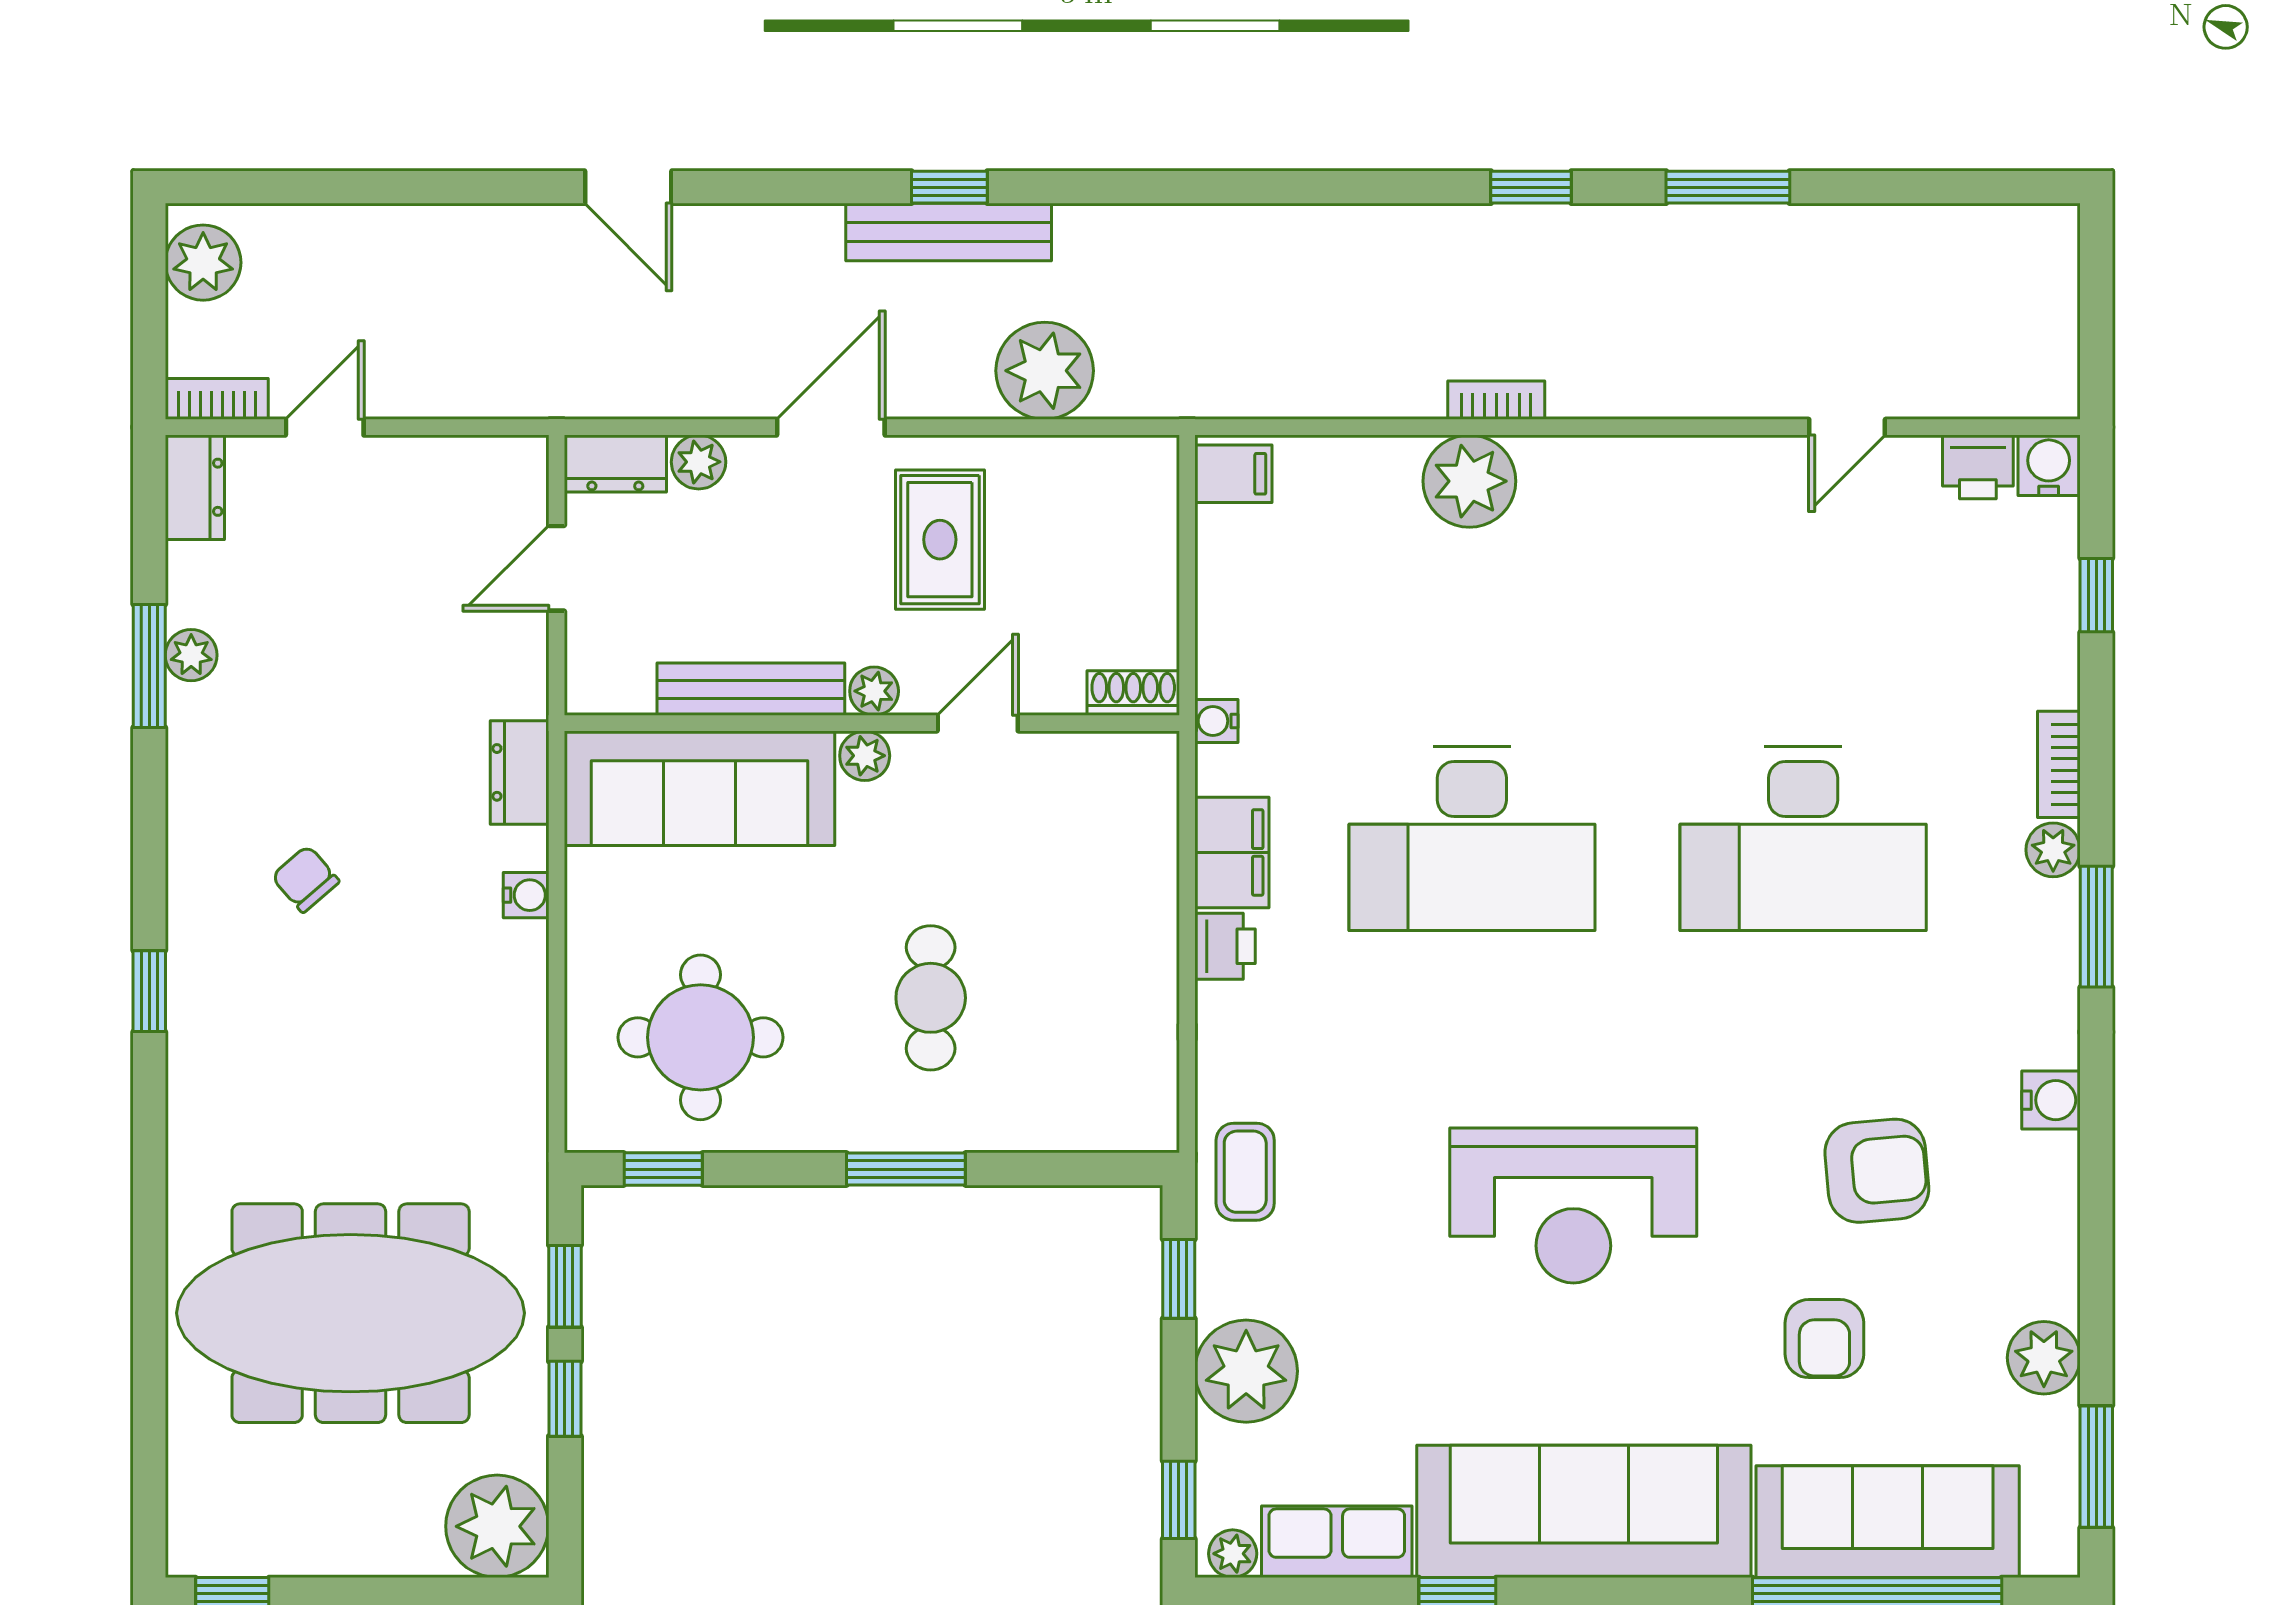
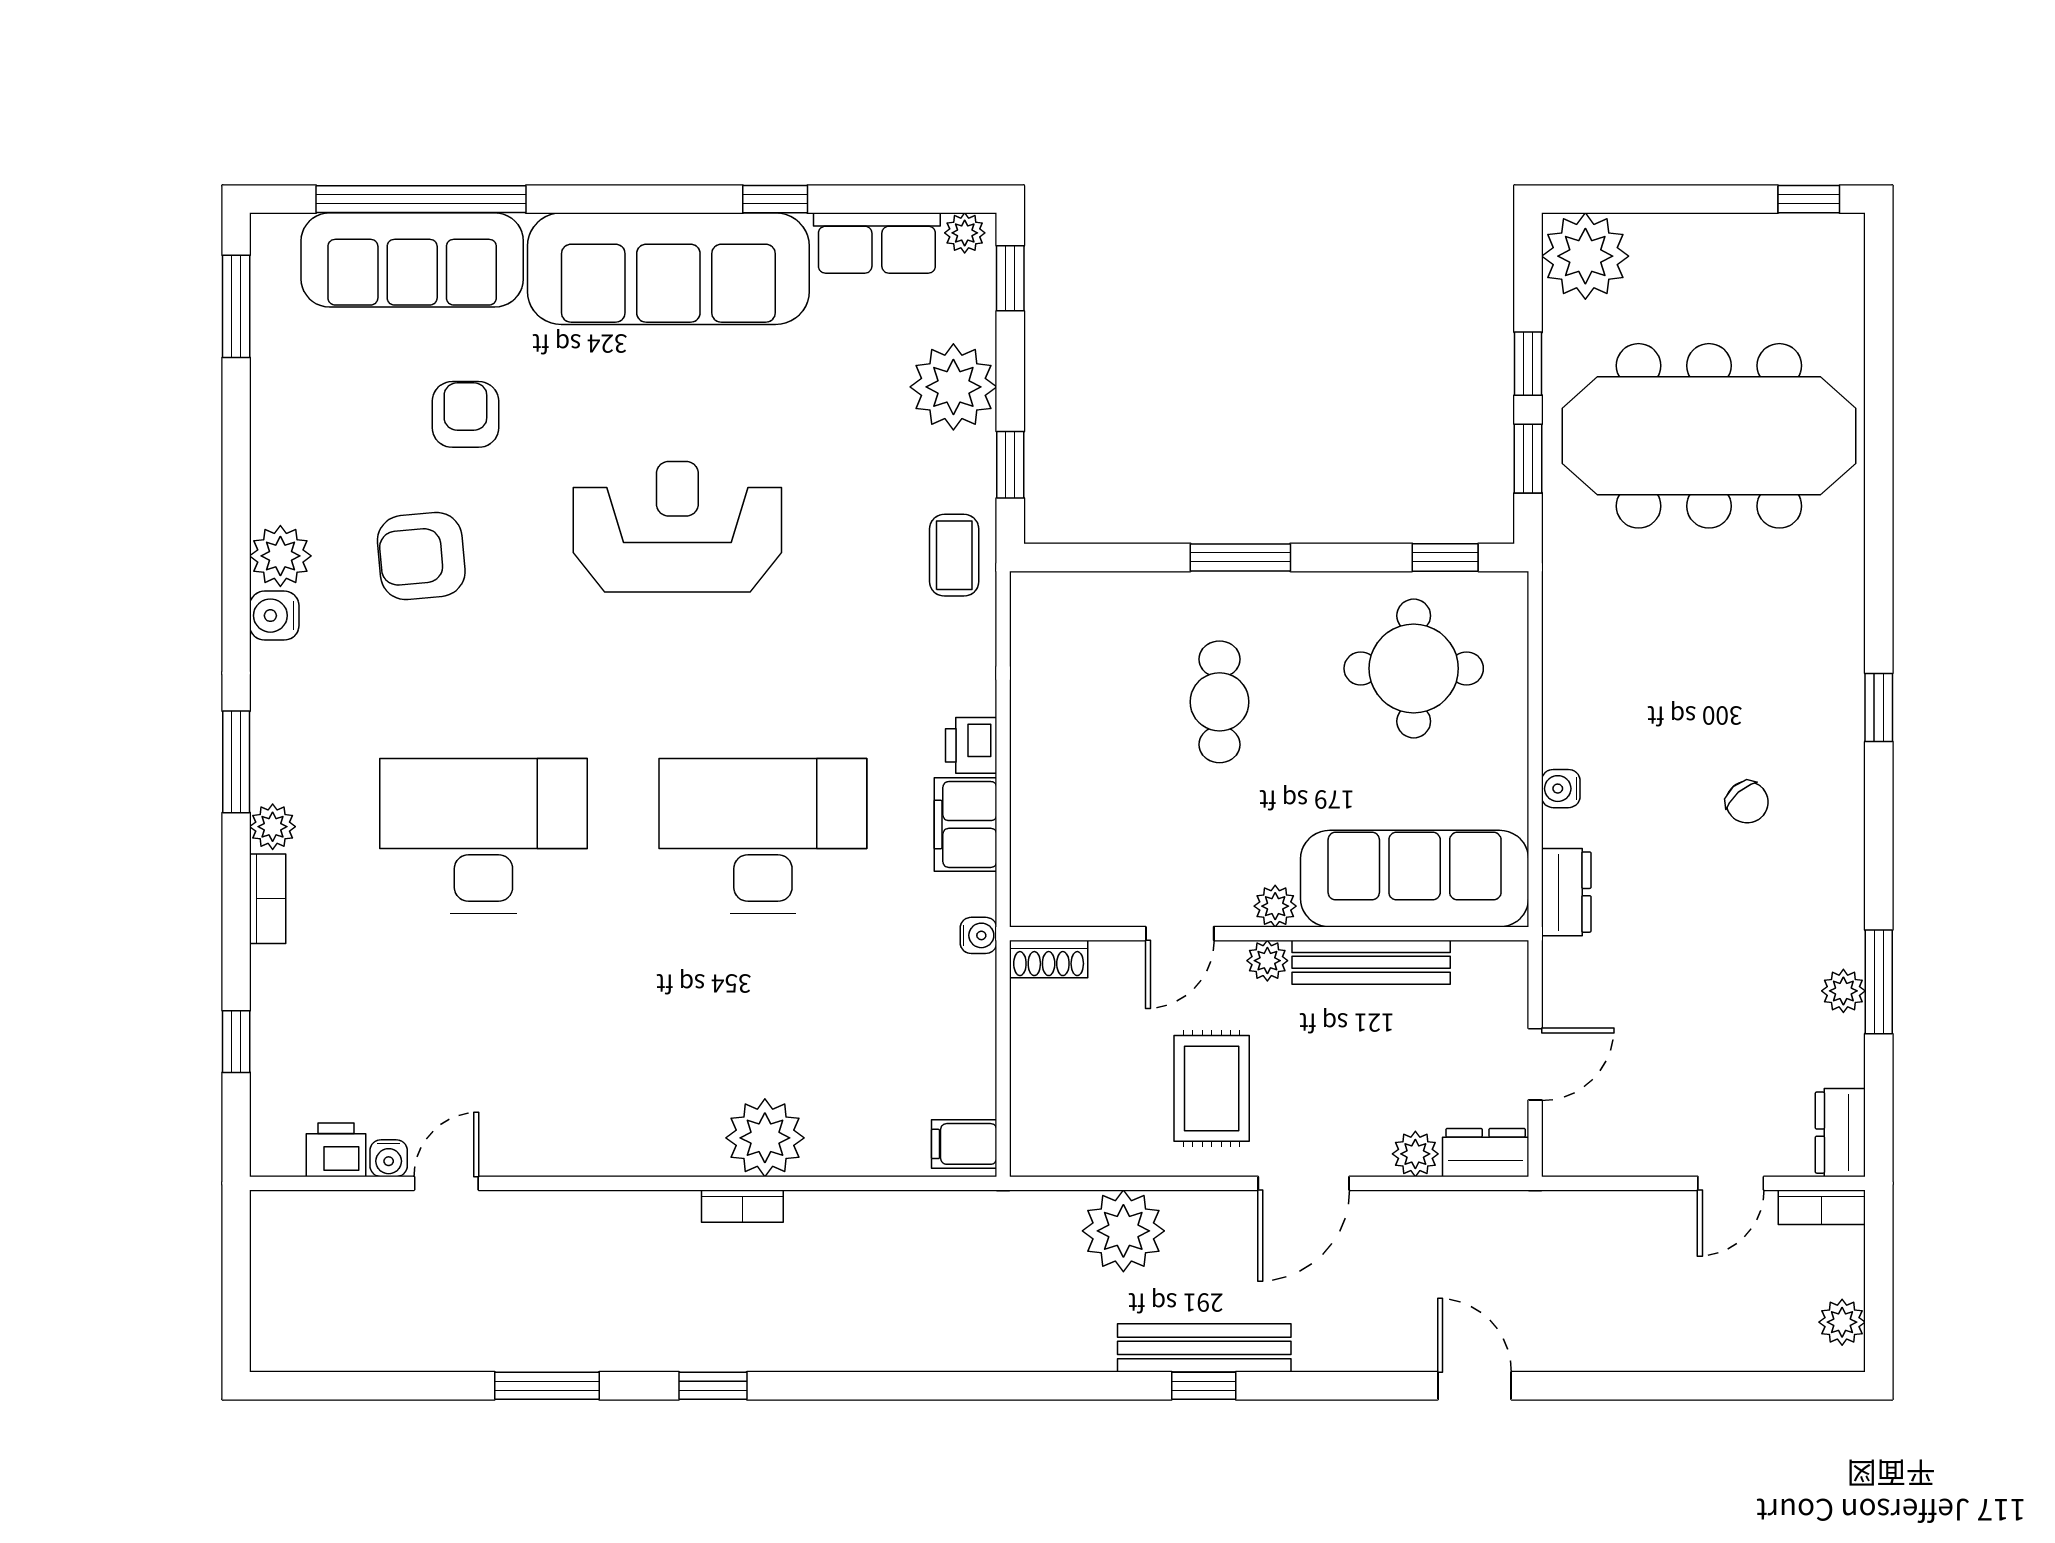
plant: (203, 263) -> (1842, 1322), width x0.73, depth x0.73
water cooler: (2049, 465) -> (389, 1158), moved, width x0.72, depth x0.72
plant: (2044, 1358) -> (280, 556), moved

